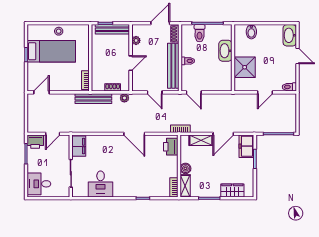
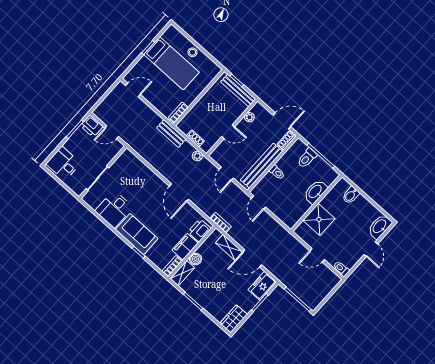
bench: (93, 99) -> (171, 134), width x0.73
filing cabinet: (79, 146) -> (185, 247), moved, turned 180
sofa: (131, 187) -> (137, 234), added
wardrobe: (232, 190) -> (234, 319), moved, turned -90

